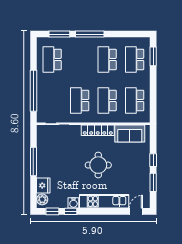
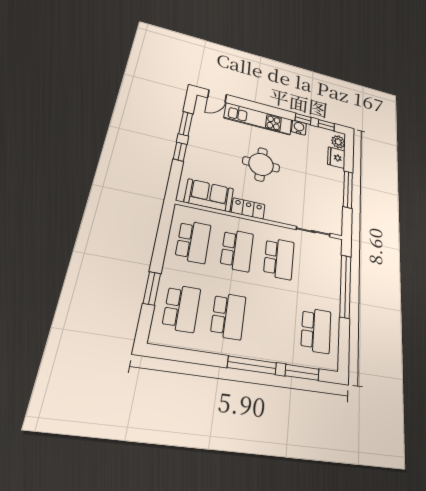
window: (153, 56) -> (152, 288), moved
locker: (98, 130) -> (248, 208), width x0.66

